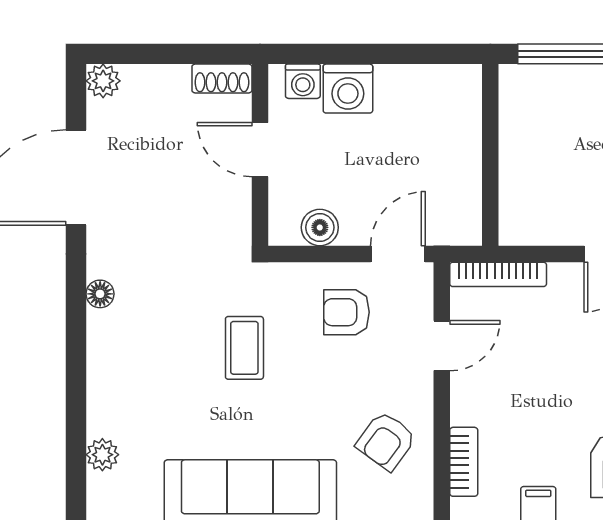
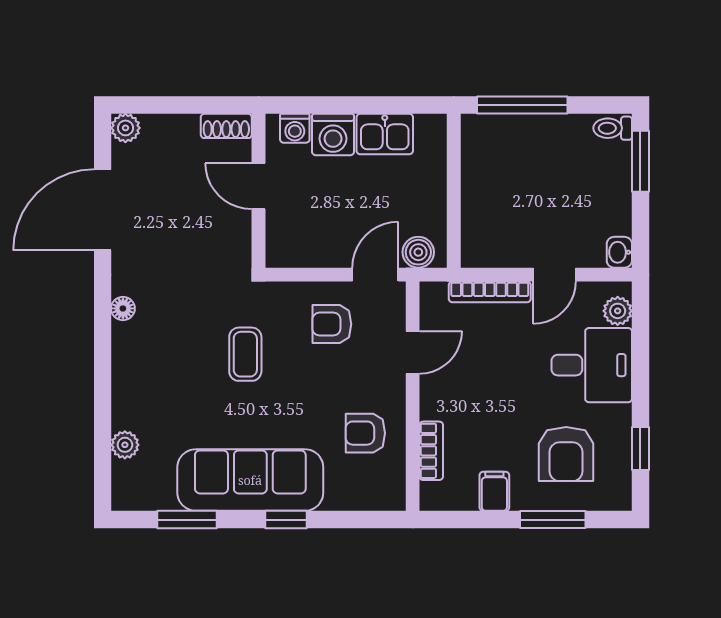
kitchen sink: (409, 88) -> (385, 134), added
boiler: (320, 227) -> (418, 252), moved
bookcase: (498, 274) -> (490, 292), moved
armchair: (386, 441) -> (365, 433), turned 54

